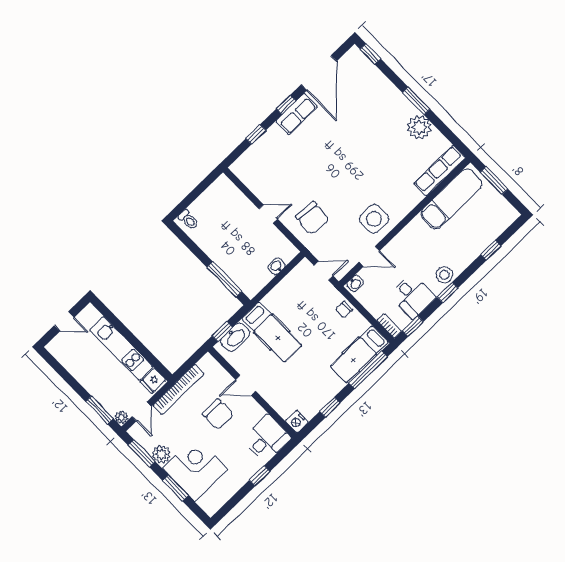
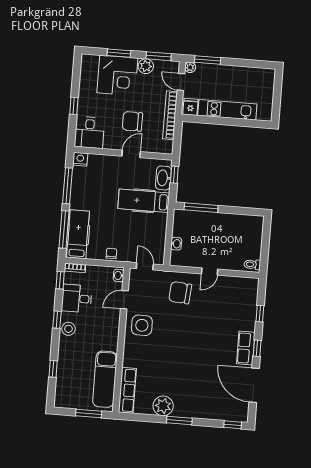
toilet: (188, 220) -> (252, 265), moved
door: (324, 271) -> (145, 266), swing flipped
door: (64, 321) -> (277, 96), removed
window: (330, 407) -> (68, 186), width x2.17

